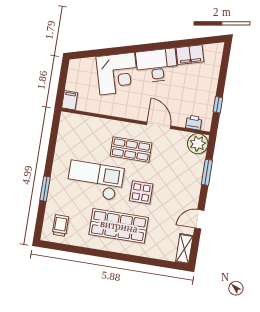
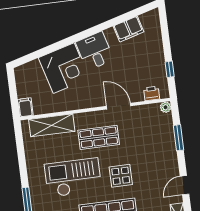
desk: (157, 65) -> (95, 51), width x0.73
shelving: (90, 125) -> (52, 125), added
plant: (198, 144) -> (166, 107), width x0.53, depth x0.53

